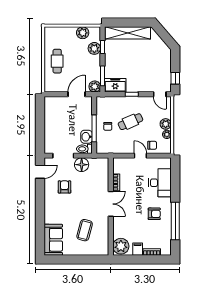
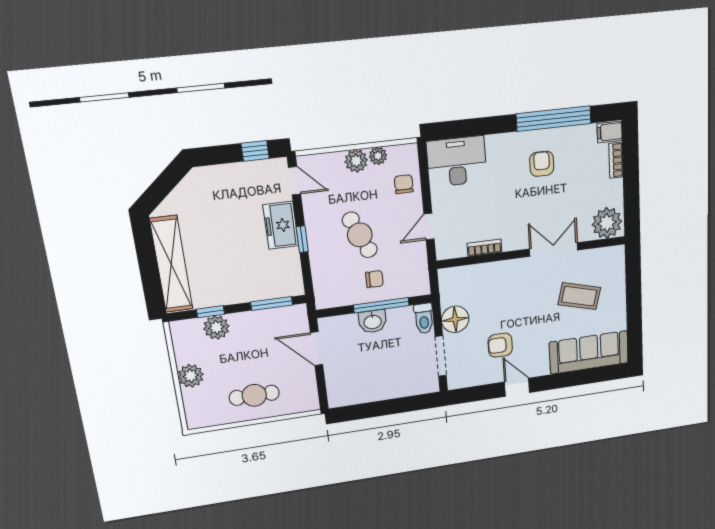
plant: (83, 33) -> (191, 376), moved
freezer: (115, 85) -> (281, 225), moved
plant: (95, 87) -> (296, 316), removed
door: (160, 94) -> (295, 181), hinge flipped
washbasin: (86, 137) -> (373, 321), moved
door: (140, 156) -> (429, 227), moved
door: (40, 172) -> (517, 387), moved
desk: (160, 183) -> (457, 162), moved
double door: (111, 204) -> (554, 250), moved
sofa: (53, 240) -> (589, 352), width x1.36
filing cabinet: (138, 249) -> (610, 132), moved

